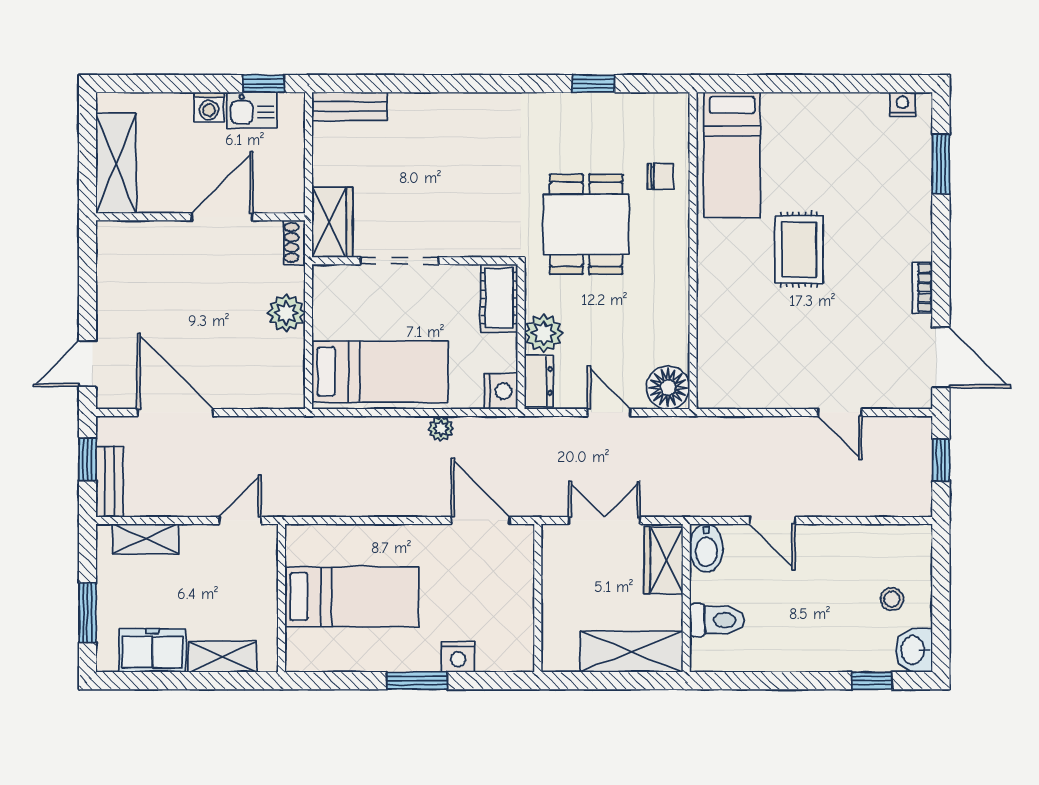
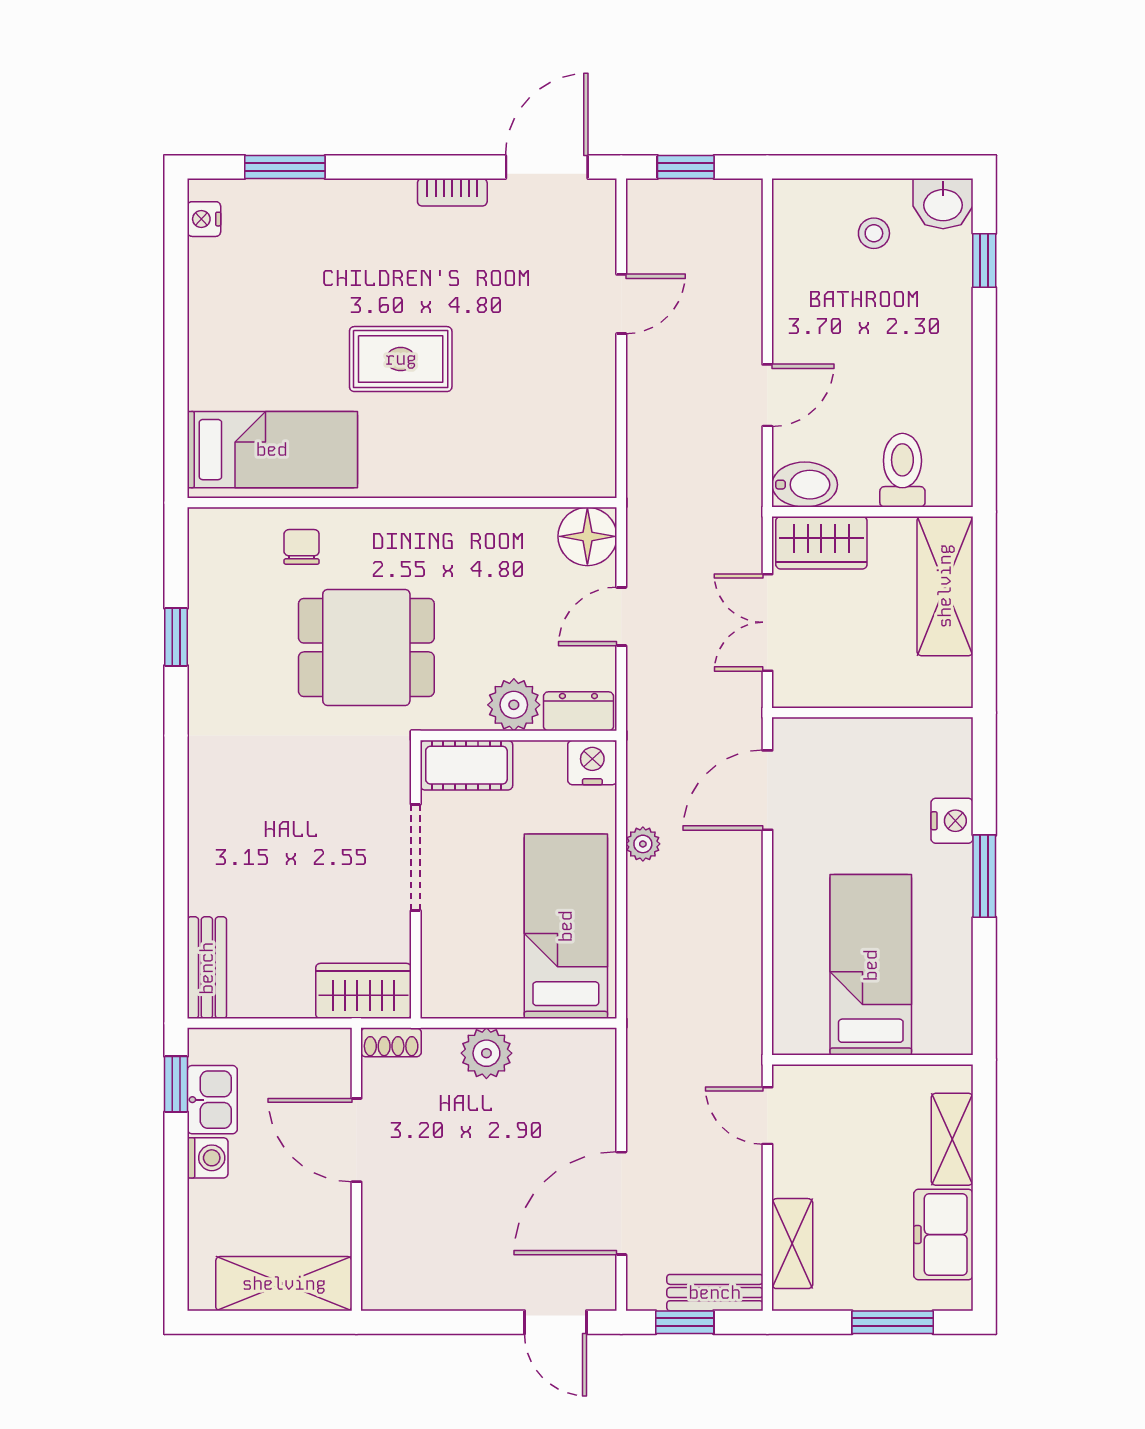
doorway: (399, 261) -> (416, 857), moved

